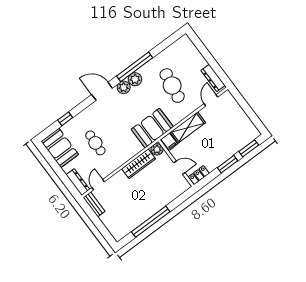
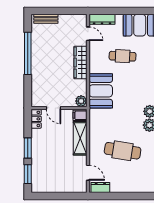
dresser: (213, 78) -> (100, 188), width x0.70
booth: (152, 128) -> (101, 91), moved
wardrobe: (139, 164) -> (81, 62), moved
door: (179, 168) -> (54, 108), hinge flipped
bench: (94, 204) -> (46, 19), moved

